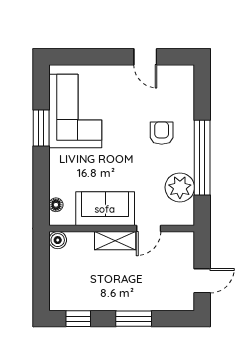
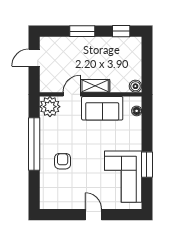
door: (145, 57) -> (94, 215), moved
armchair: (162, 133) -> (63, 161), turned 180
plant: (180, 187) -> (50, 107), moved

